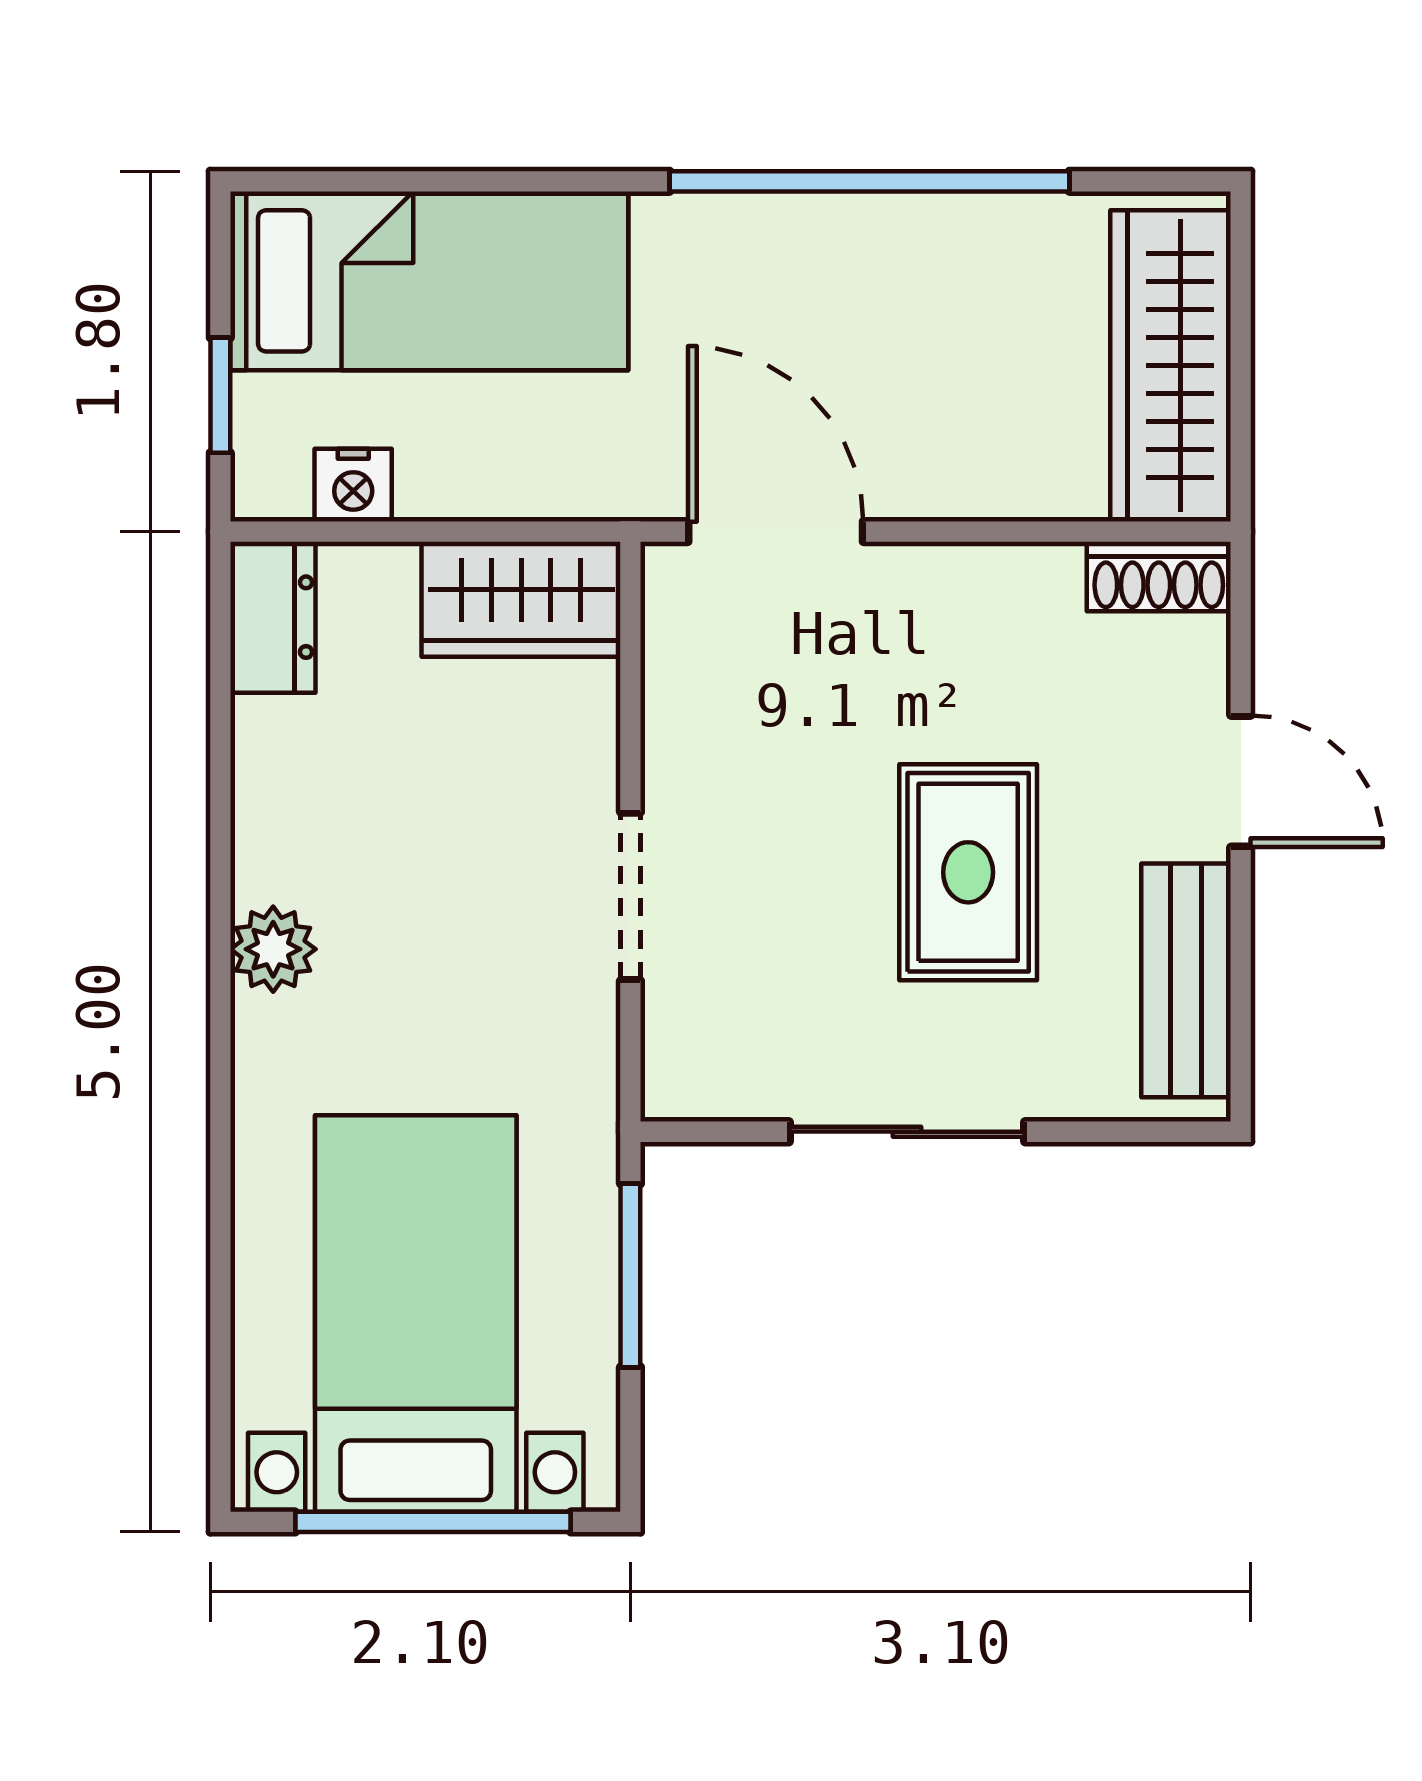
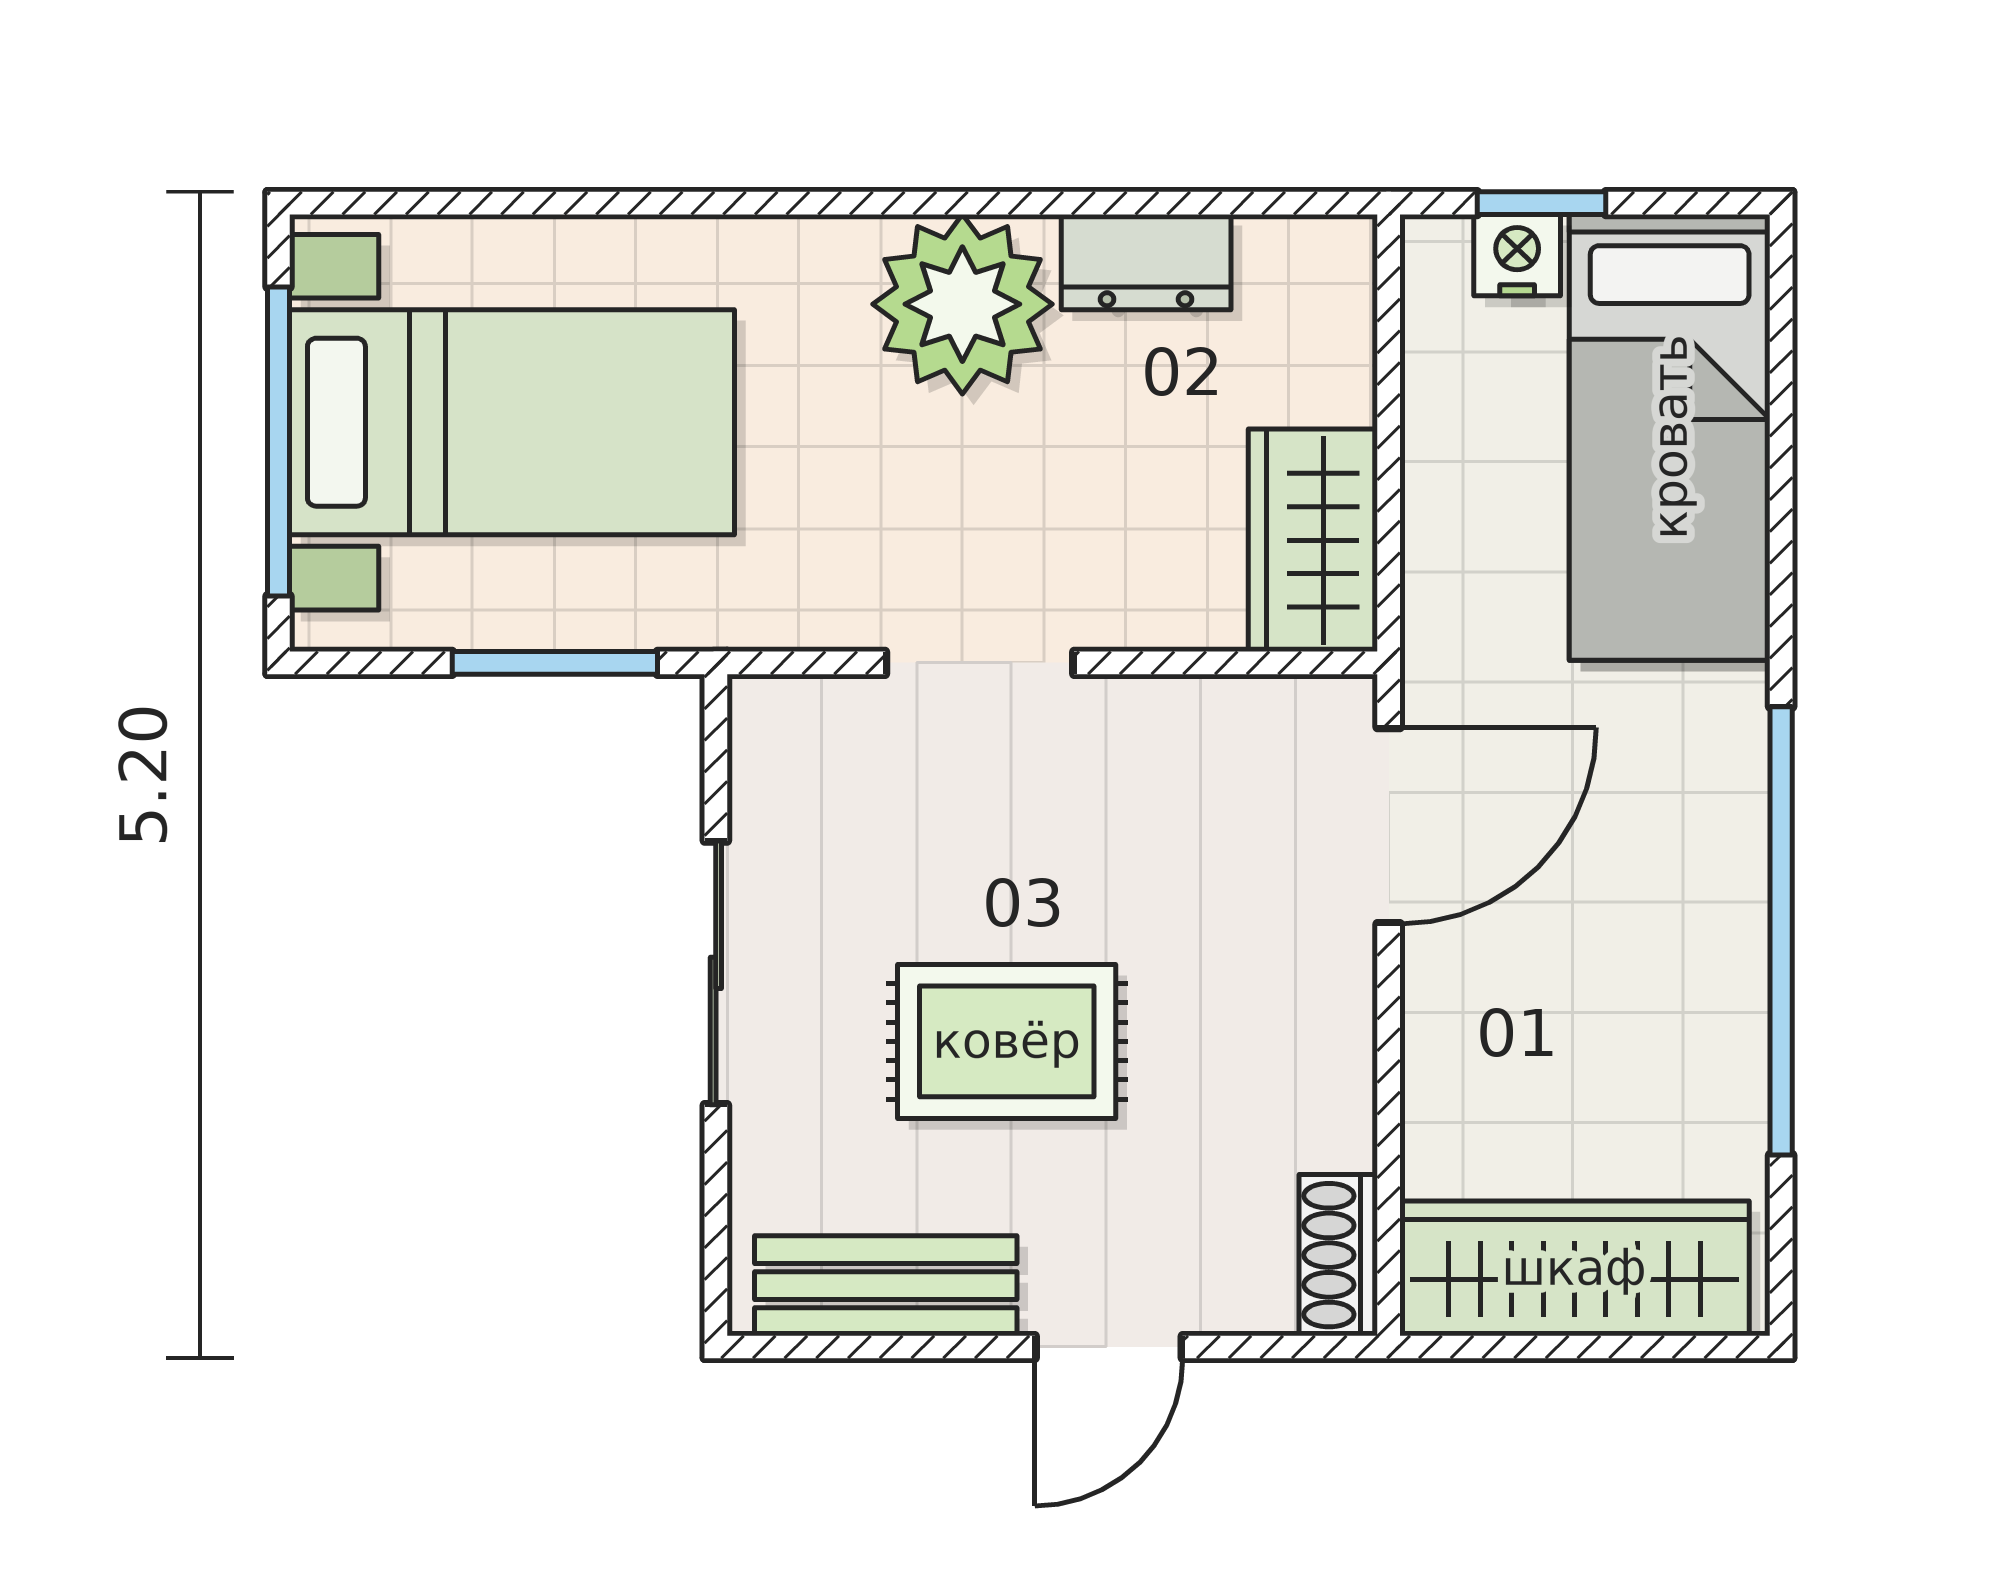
nightstand: (353, 485) -> (1517, 255), moved, turned 90
dresser: (273, 617) -> (1146, 262), moved
plant: (273, 949) -> (962, 304), width x1.88, depth x1.88

